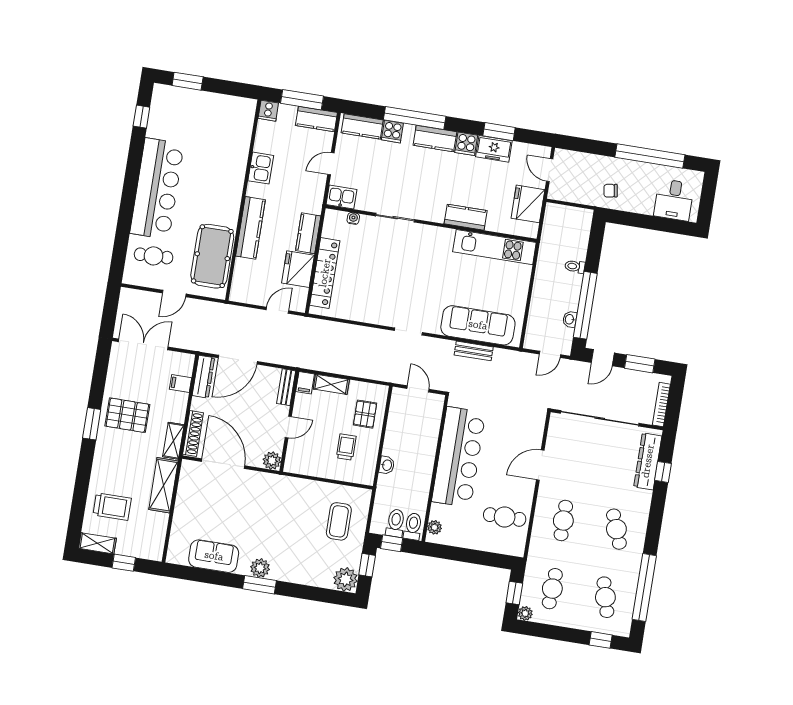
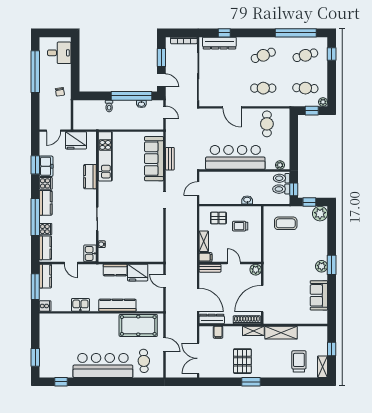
locker: (325, 273) -> (137, 256), removed

